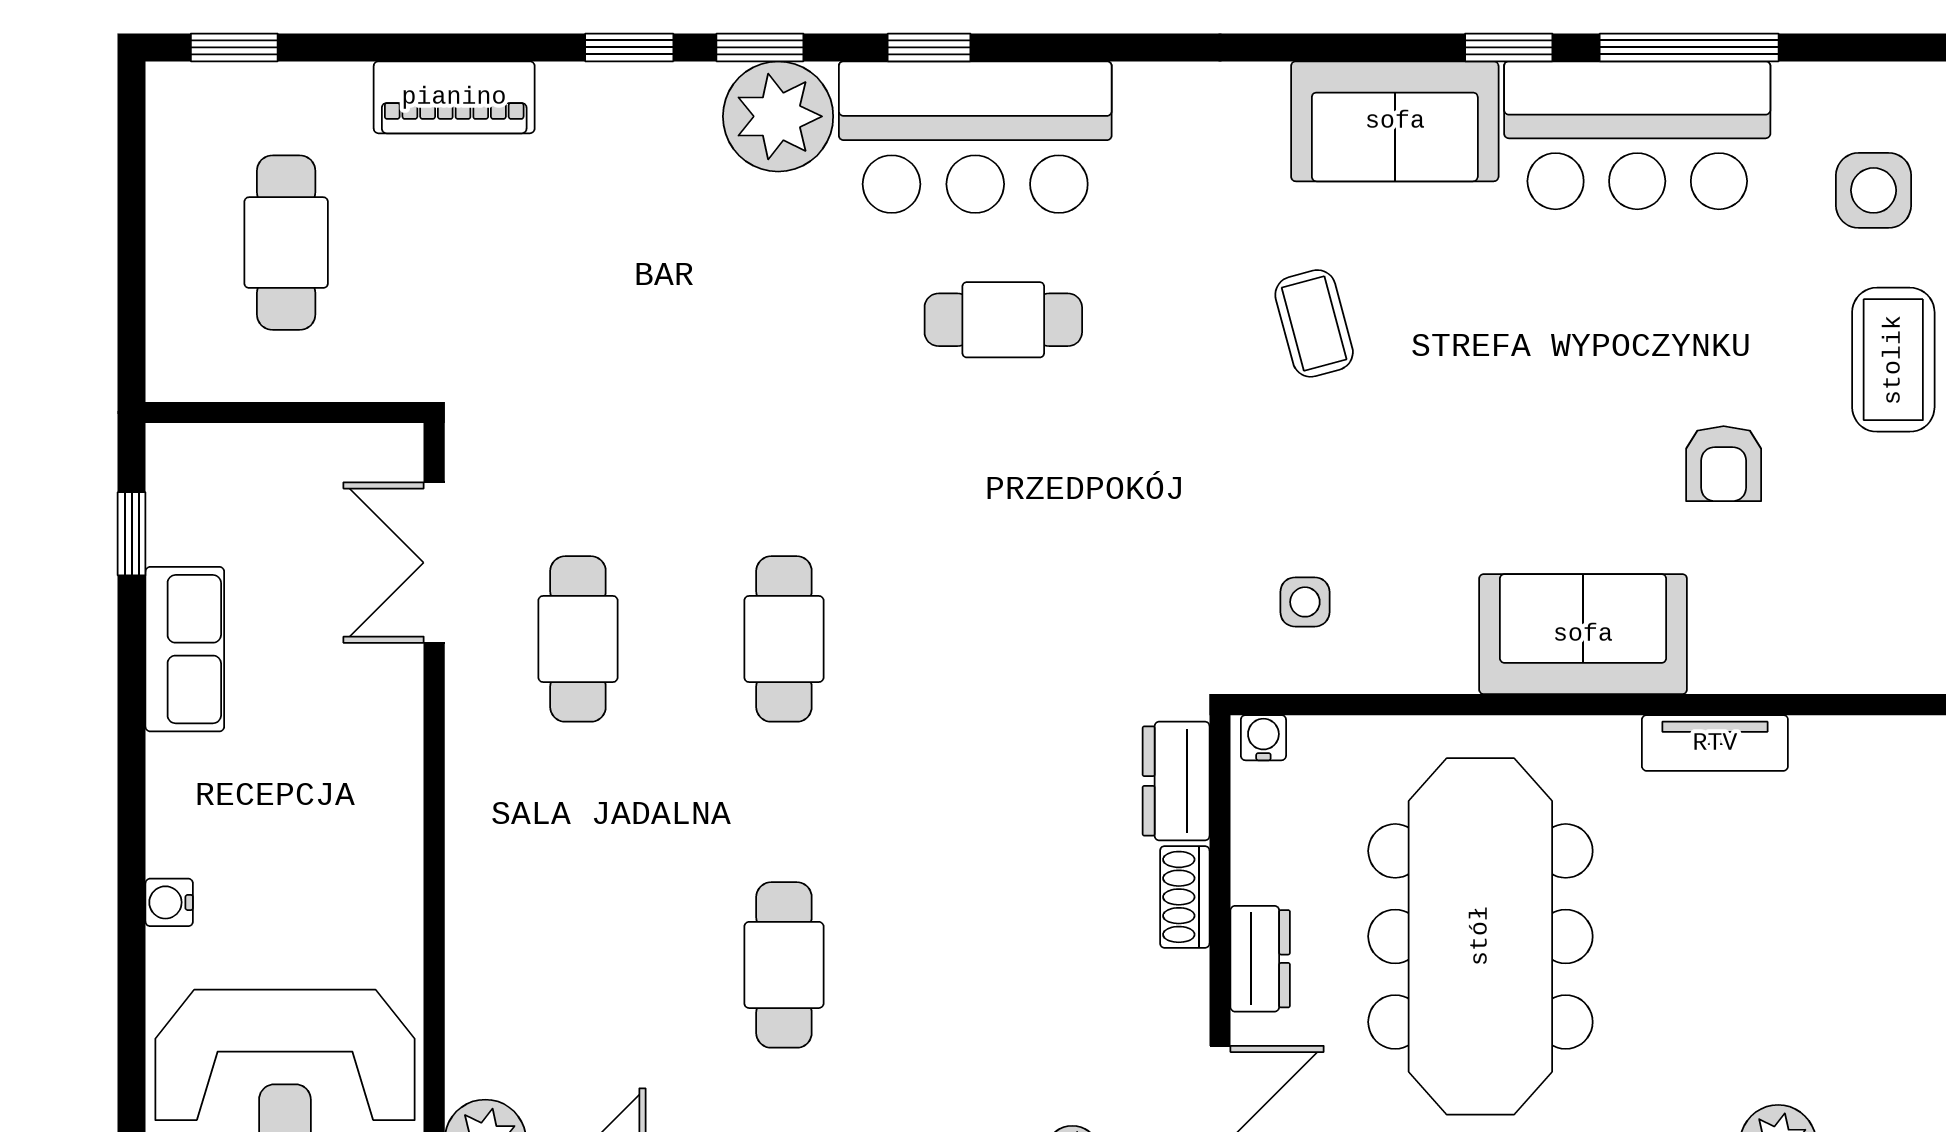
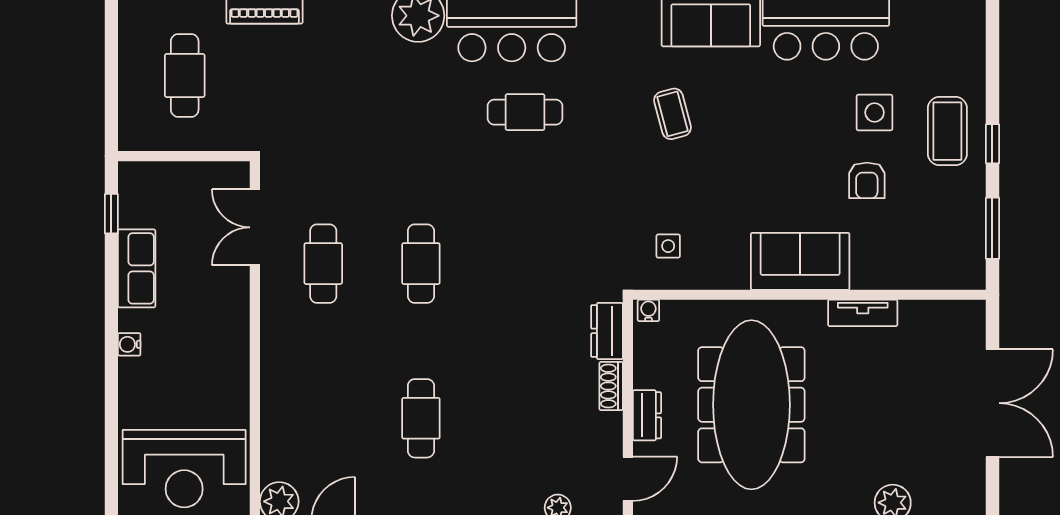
side table: (1874, 190) -> (875, 112), moved
water cooler: (169, 902) -> (129, 344), moved

